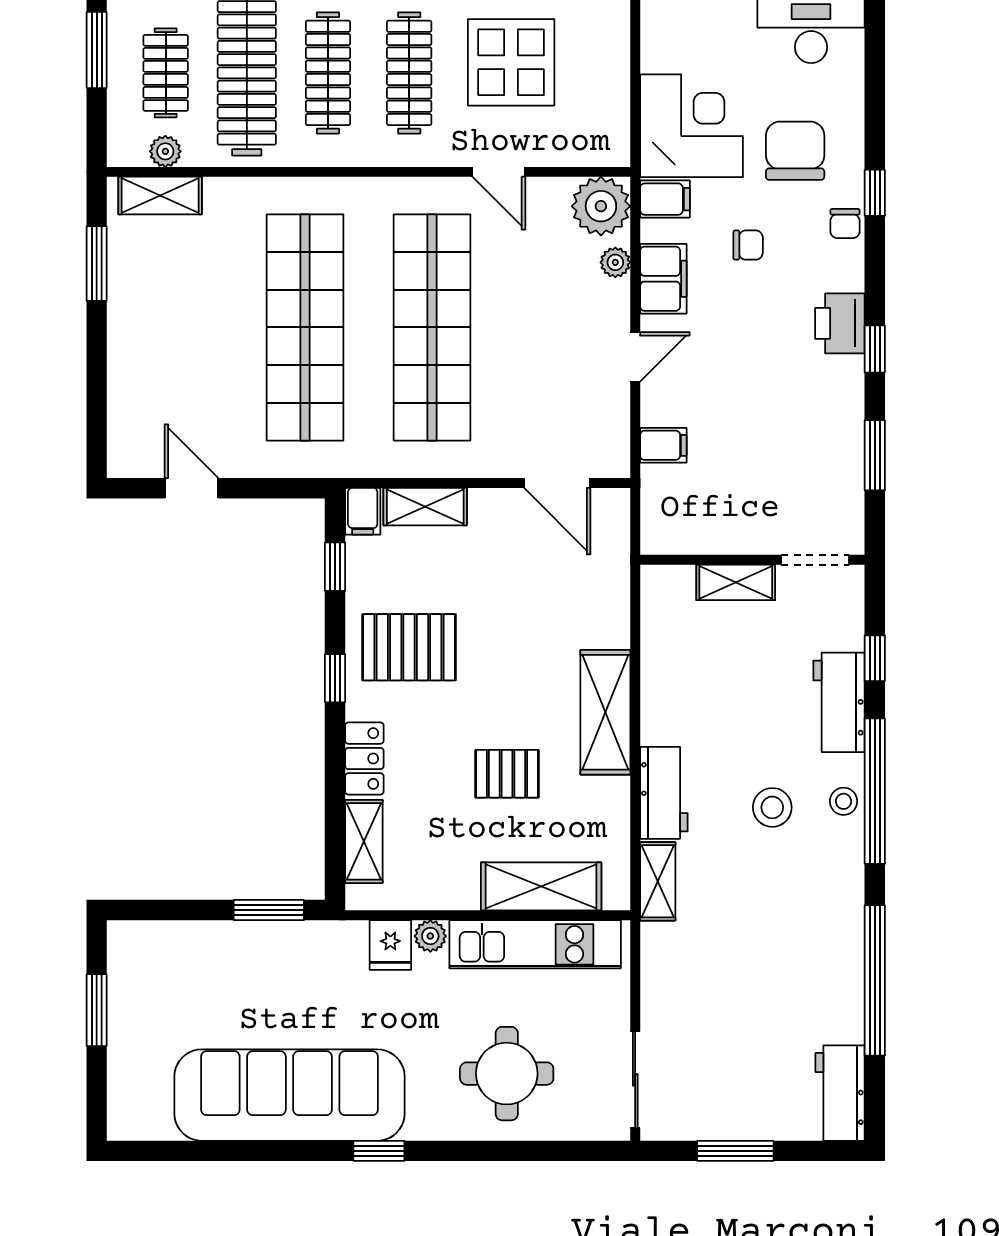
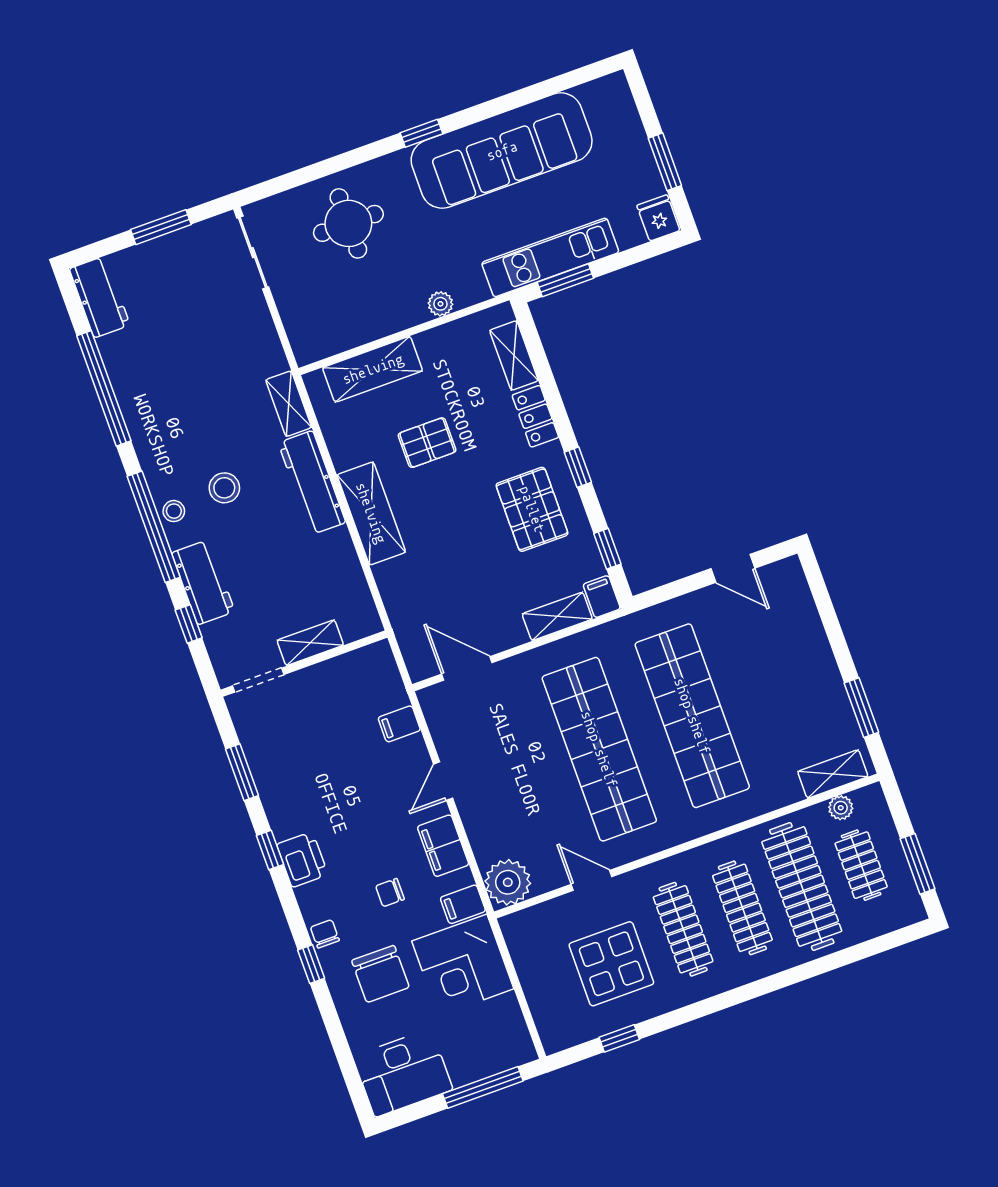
plant: (615, 262) -> (483, 845), removed
pallet: (409, 647) -> (532, 509), turned 90
workbench: (664, 793) -> (312, 483), width x1.37
kitchen unit: (535, 944) -> (550, 257), moved
fridge: (390, 945) -> (658, 218), moved

